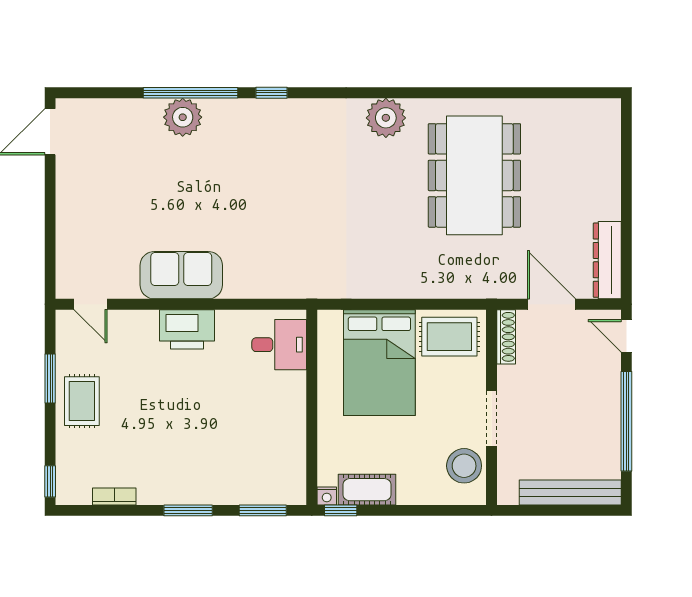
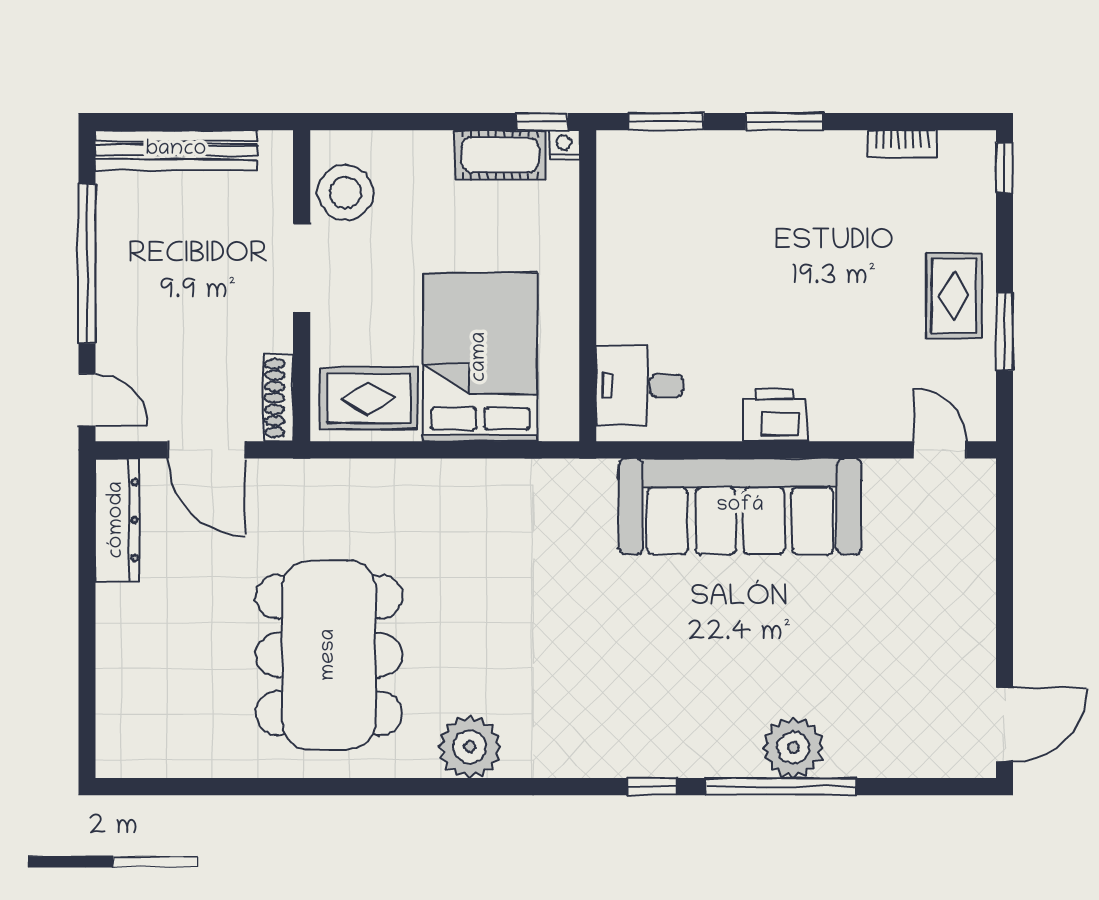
sofa: (181, 275) -> (740, 506), width x1.85, depth x1.27
printer: (187, 329) -> (775, 415), width x0.73, depth x0.84

